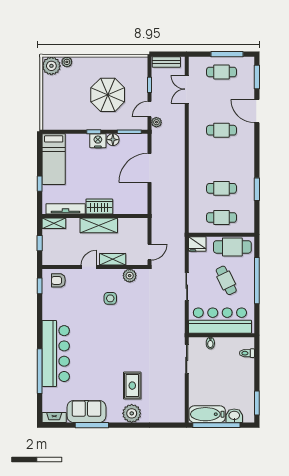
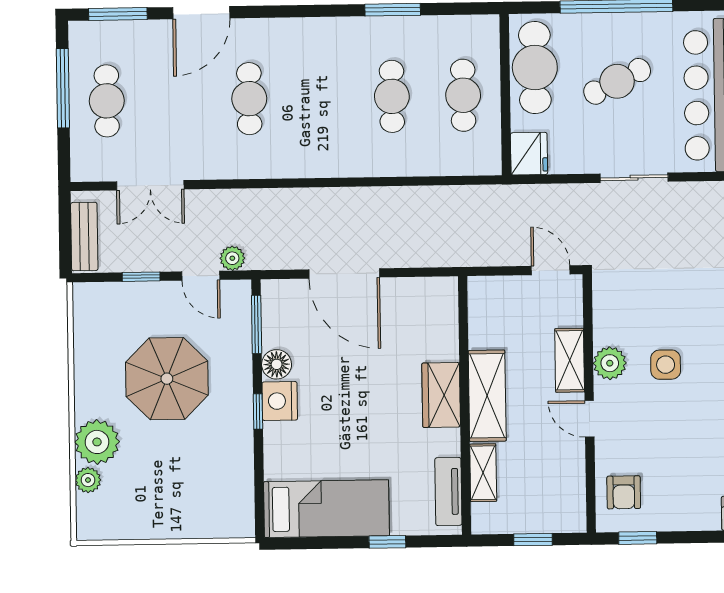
plant: (51, 66) -> (97, 442), moved
tv unit: (66, 209) -> (448, 491), width x0.71
shelving: (54, 223) -> (483, 473), moved
plant: (130, 276) -> (610, 363), moved

